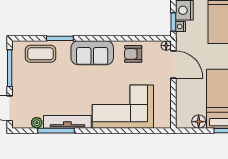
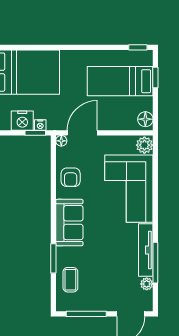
coffee table: (41, 54) -> (70, 280), width x0.73, depth x0.77
plant: (162, 121) -> (144, 145), added
floor lamp: (199, 122) -> (145, 119), moved

